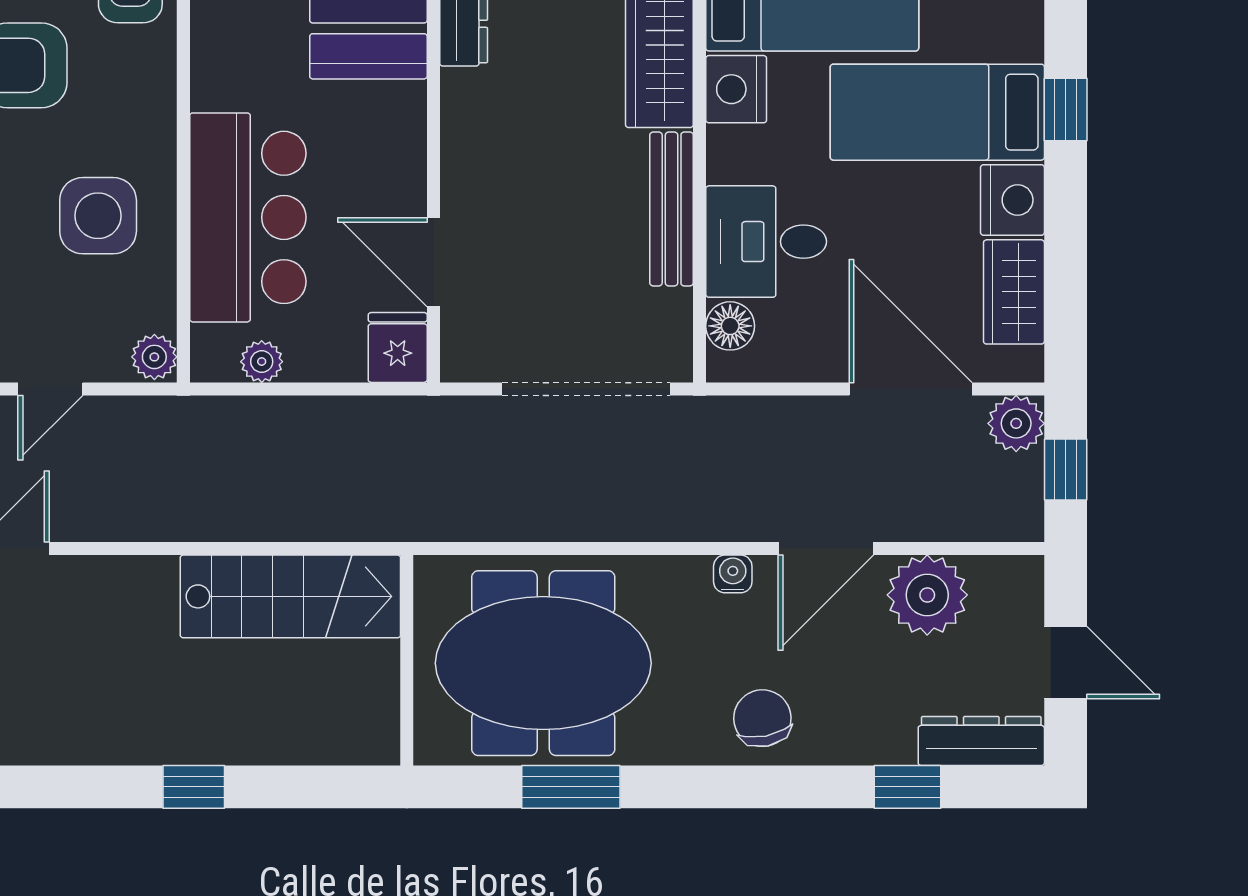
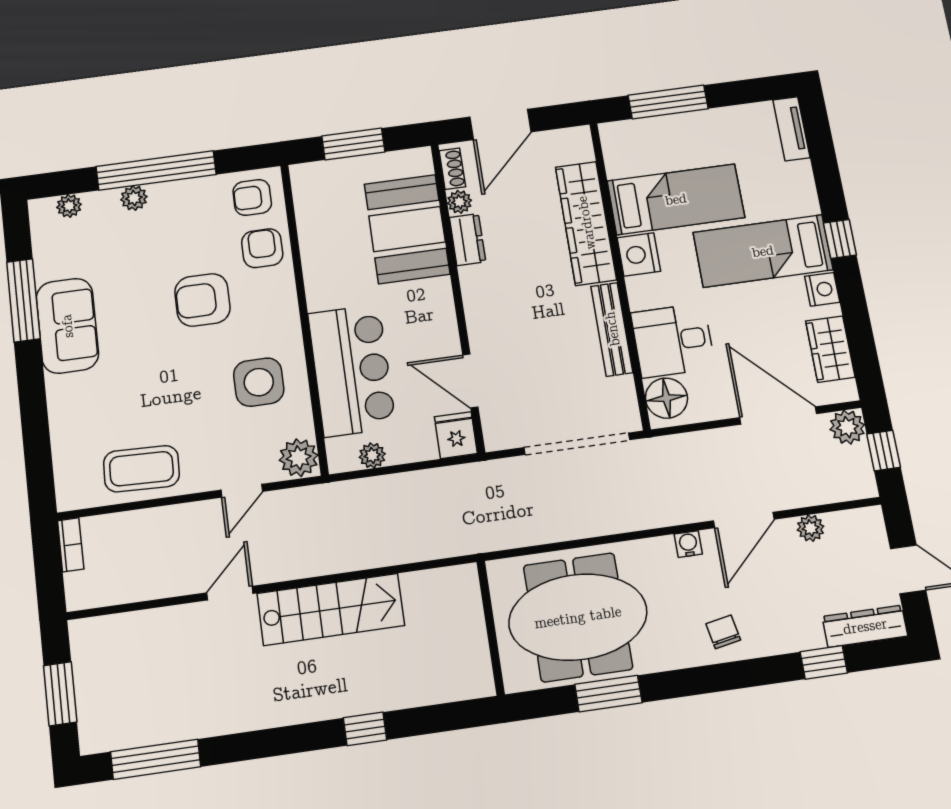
nightstand: (1012, 200) -> (822, 289), width x0.74, depth x0.75
floor lamp: (730, 326) -> (666, 398), width x1.38, depth x1.38
plant: (154, 357) -> (299, 458), width x1.38, depth x1.38
plant: (927, 595) -> (811, 528), width x0.53, depth x0.53
stairs: (290, 596) -> (331, 609), moved
chair: (762, 718) -> (723, 632), width x0.73, depth x0.73

